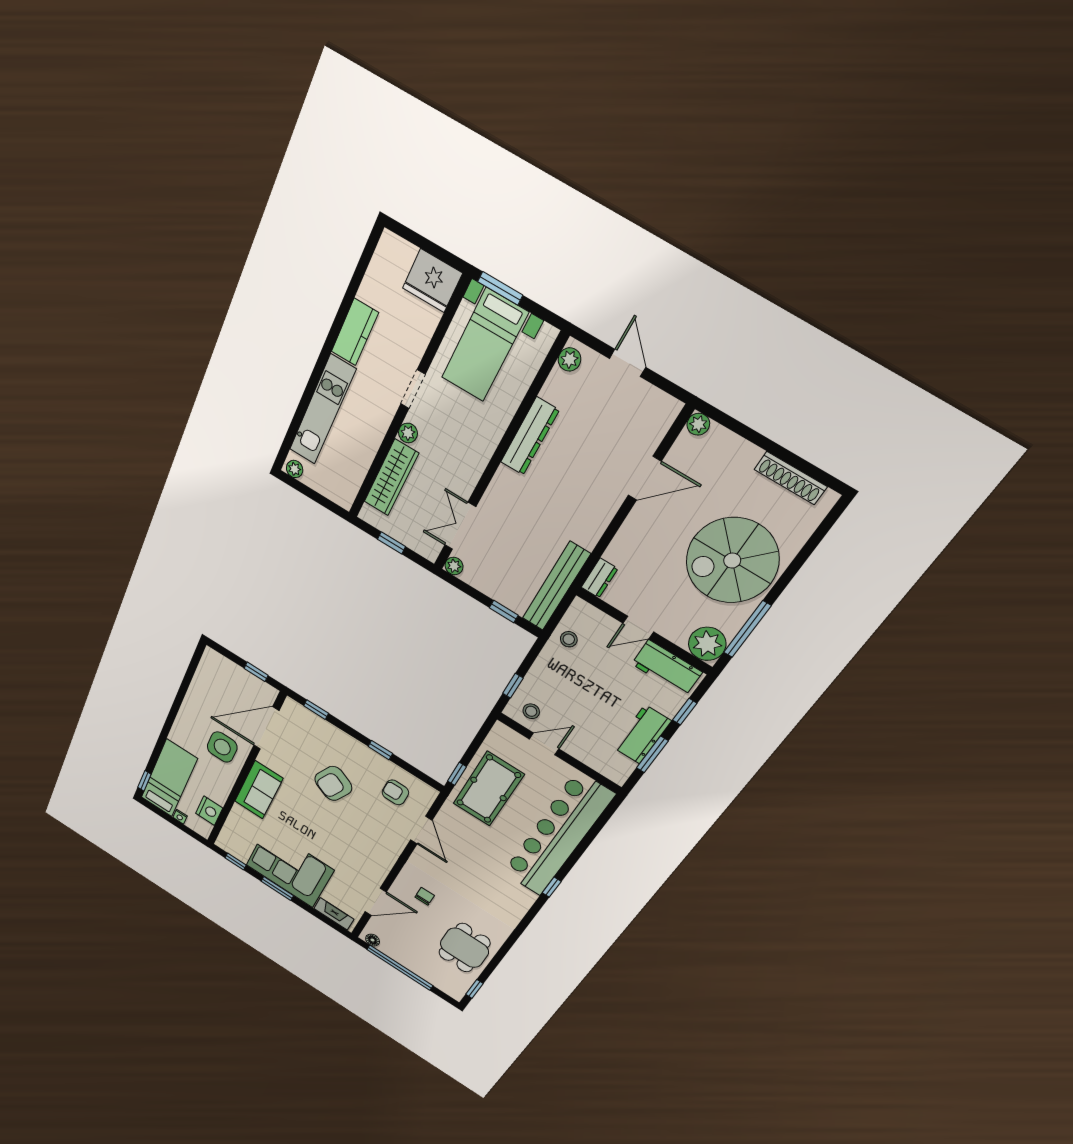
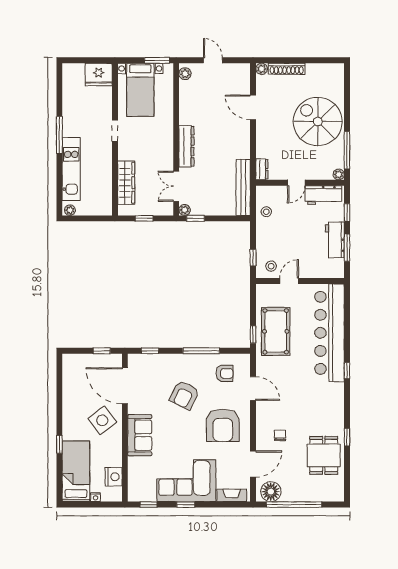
window: (500, 288) -> (157, 60), moved
kitchen counter: (355, 332) -> (70, 120), removed
window: (328, 347) -> (59, 135), added
plant: (408, 433) -> (123, 154), removed
dresser: (530, 436) -> (186, 146), moved
door: (645, 478) -> (253, 107), swing flipped
shoe rack: (791, 478) -> (287, 69), moved
spiral stairs: (732, 561) -> (318, 121), turned 90
window: (504, 612) -> (196, 218), moved
plant: (707, 644) -> (339, 174), width x0.53, depth x0.53
door: (266, 728) -> (125, 386), hinge flipped
side table: (222, 747) -> (102, 420), turned -37
window: (380, 750) -> (201, 351), width x2.17
window: (144, 781) -> (59, 444), moved
armchair: (395, 792) -> (224, 373), turned 180
armchair: (362, 843) -> (223, 425), added
window: (277, 888) -> (186, 505), width x0.67
floor lamp: (373, 940) -> (271, 492), width x1.89, depth x1.89
window: (474, 989) -> (347, 437), moved

